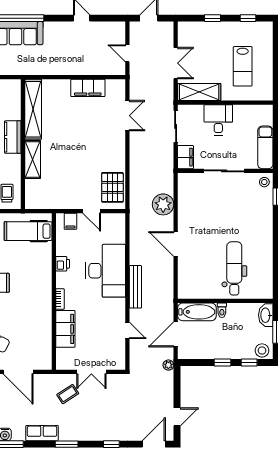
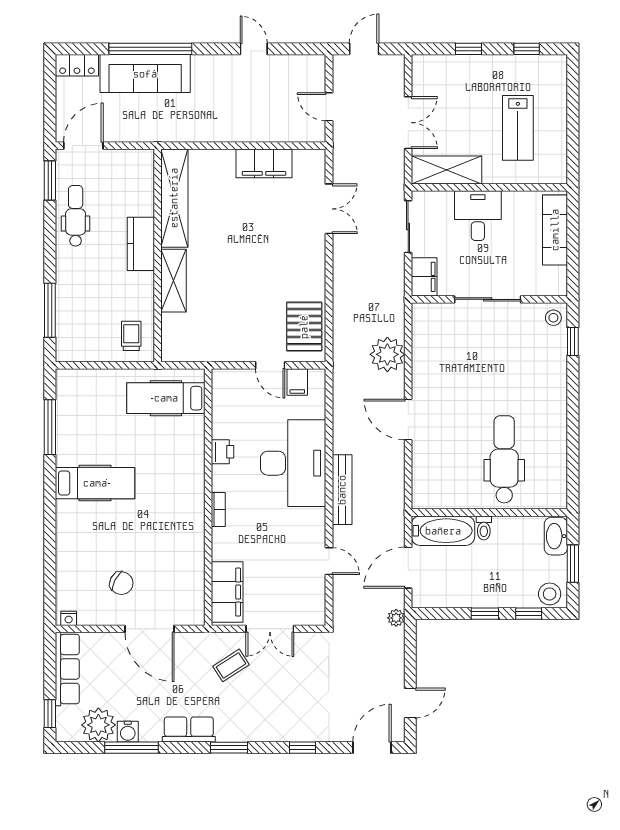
exam couch: (265, 147) -> (555, 230), moved
filing cabinet: (70, 221) -> (297, 382), moved
filing cabinet: (65, 329) -> (227, 592), moved

